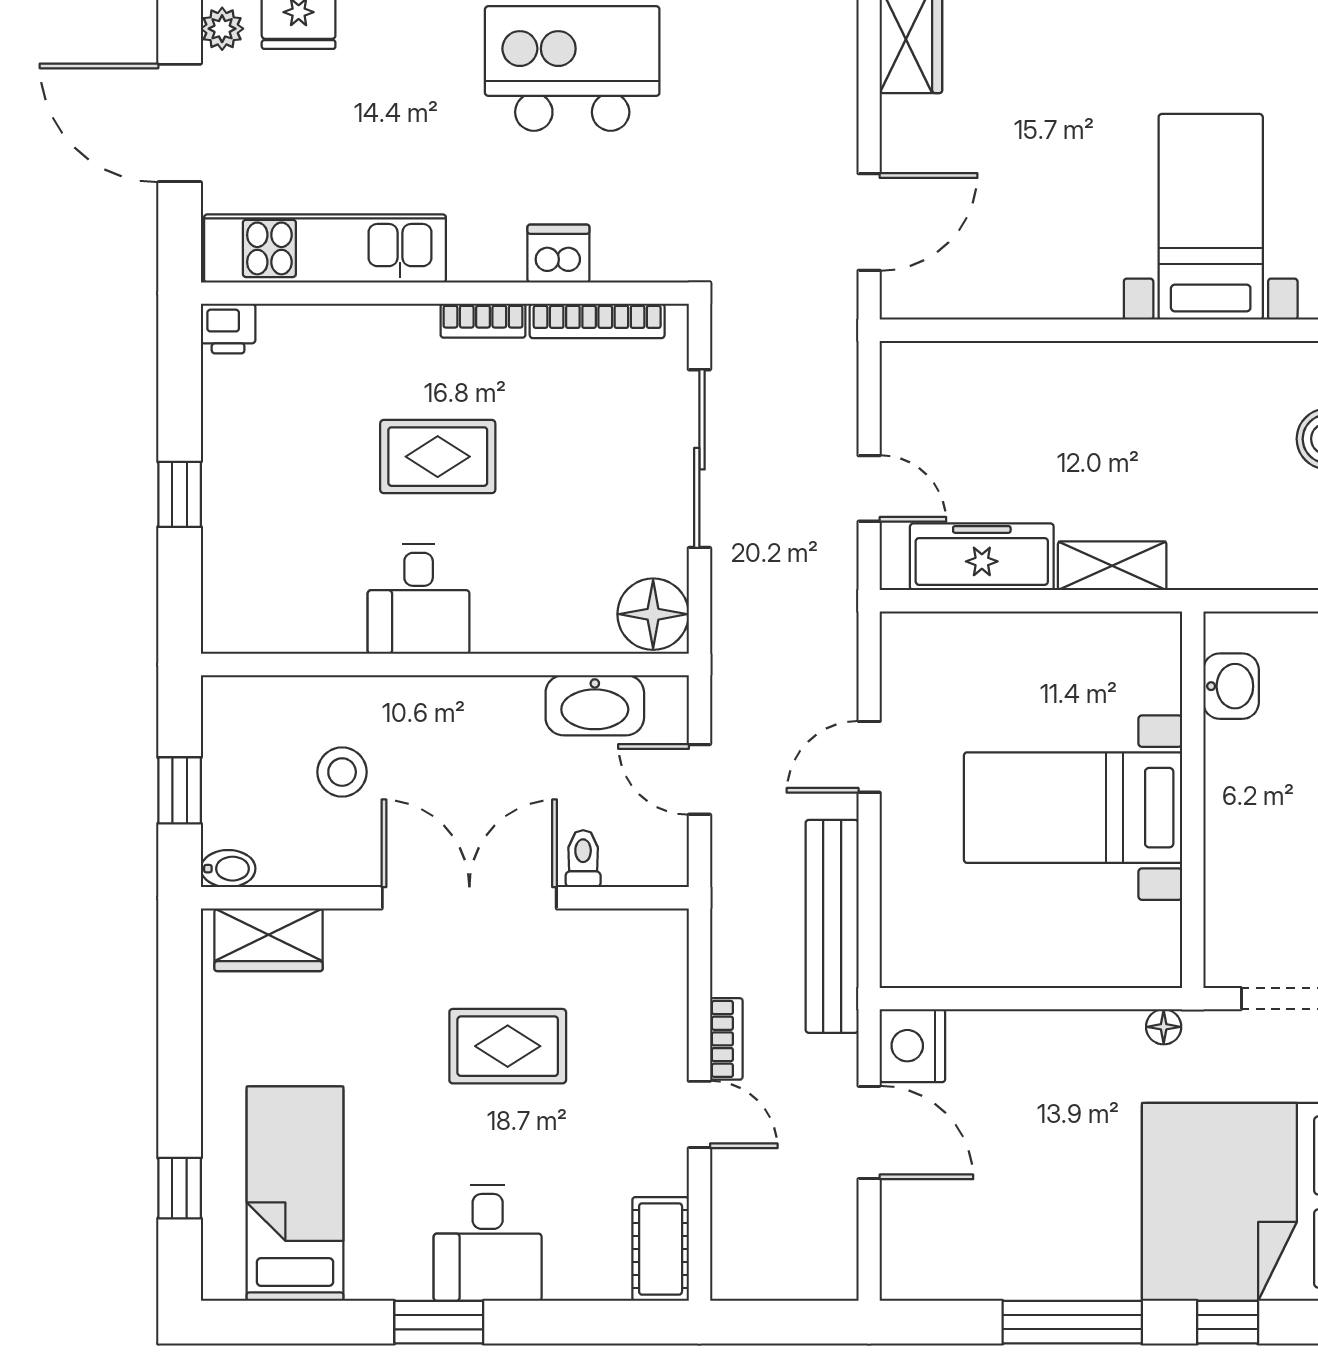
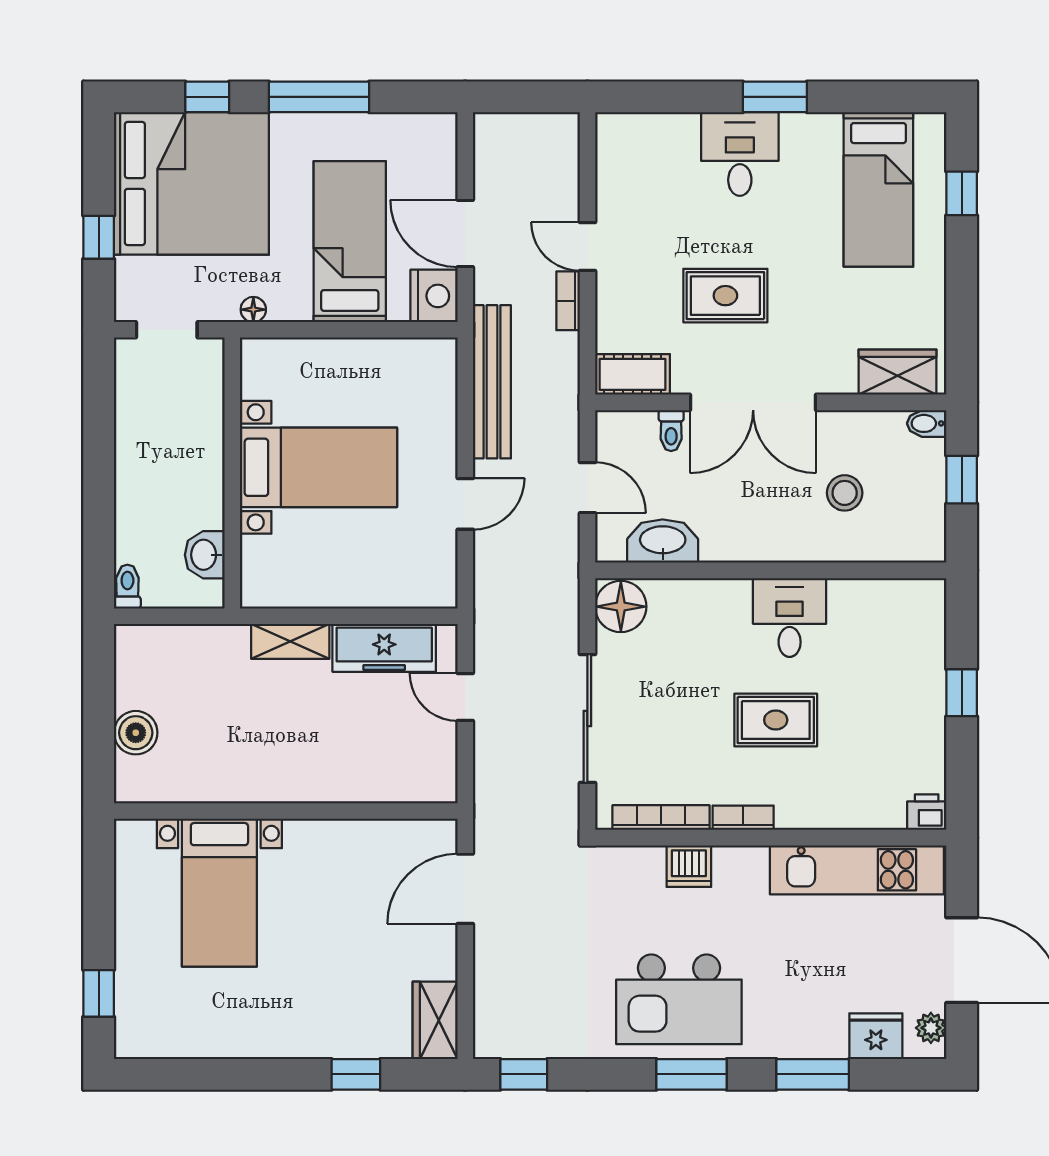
bed: (1030, 1121) -> (350, 242), added
cot: (661, 1249) -> (633, 374), moved, turned 90

